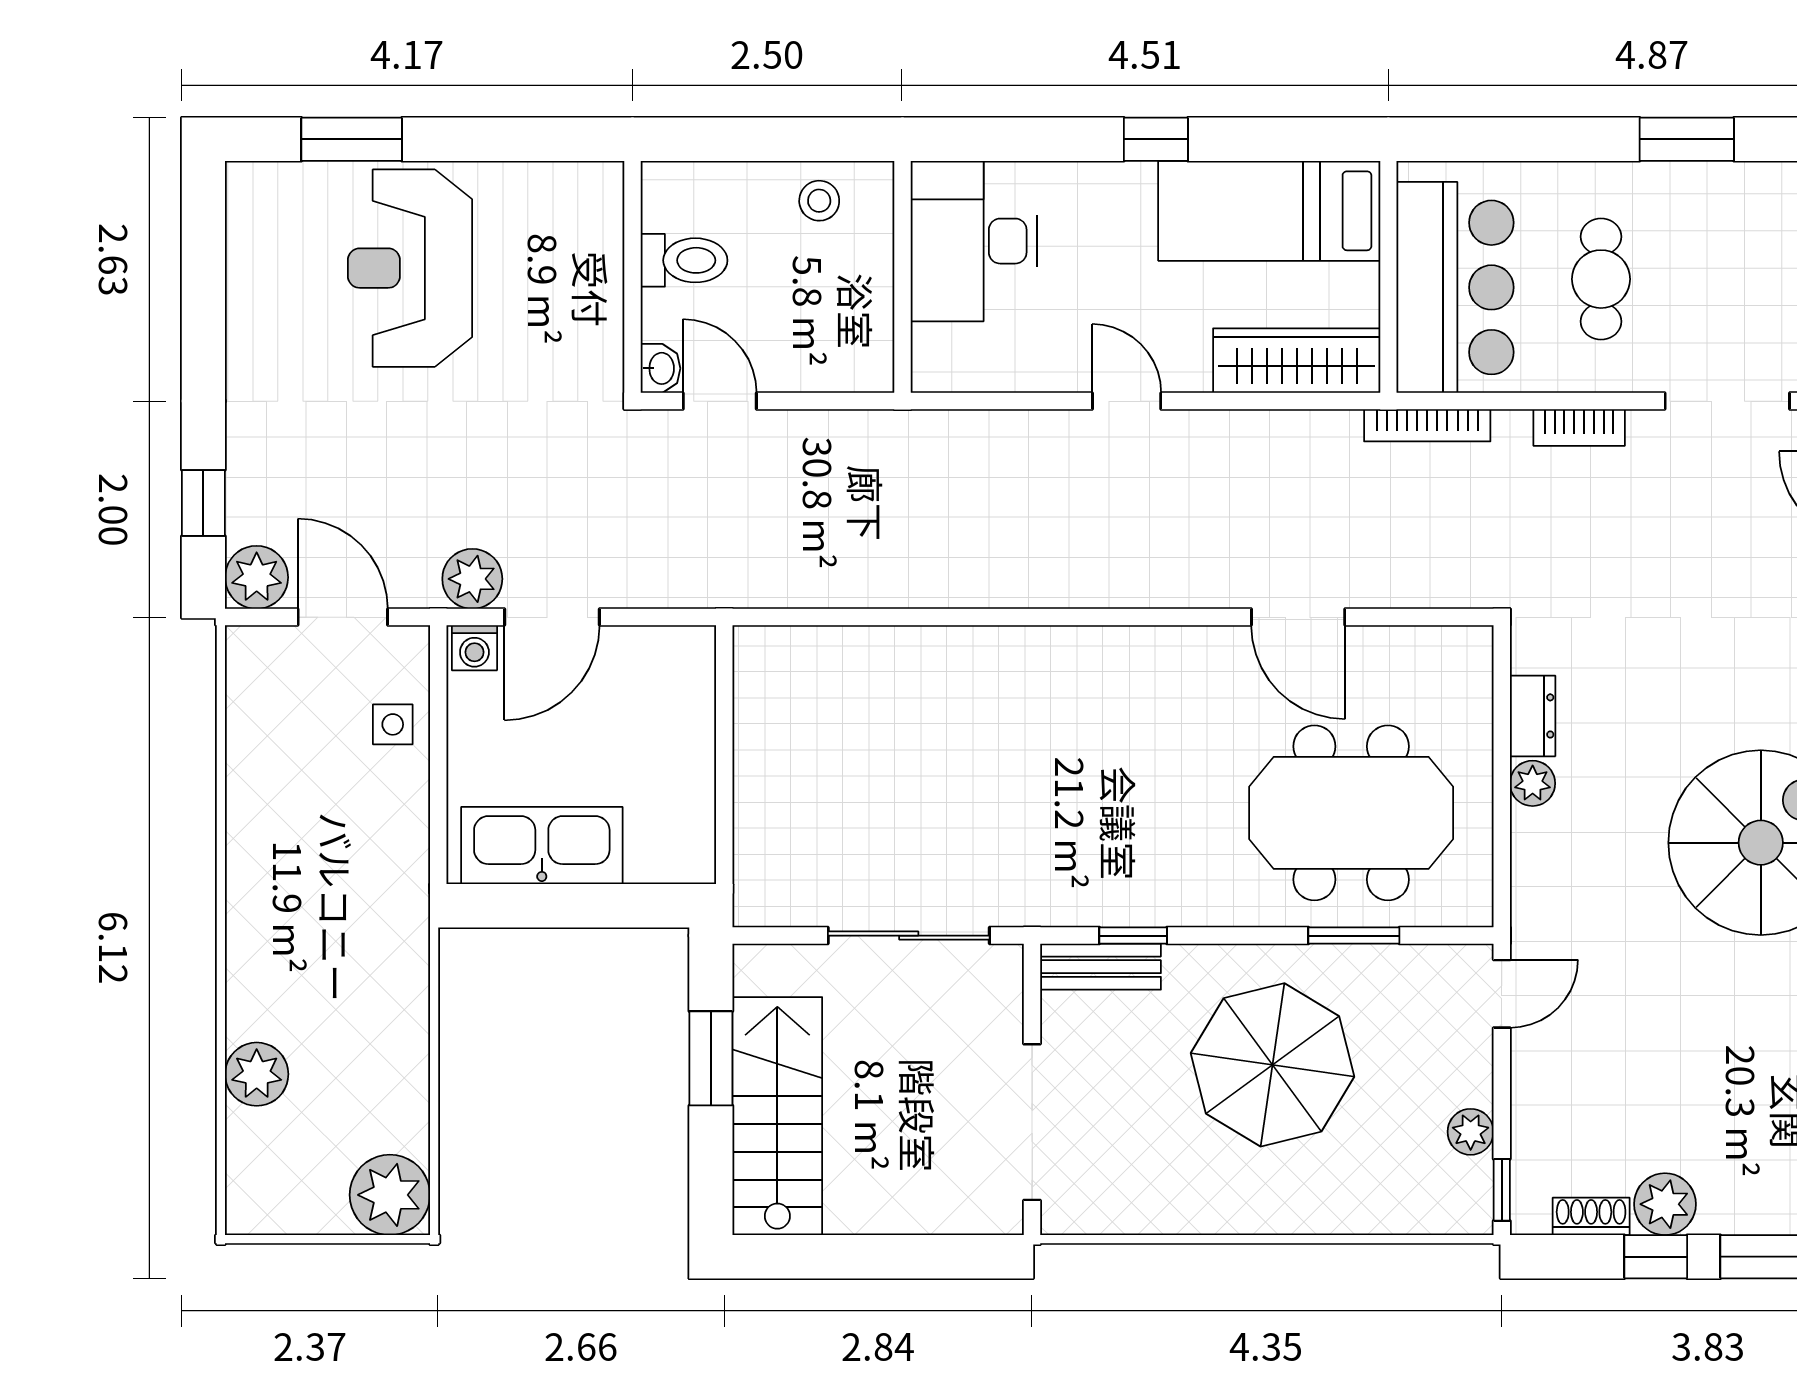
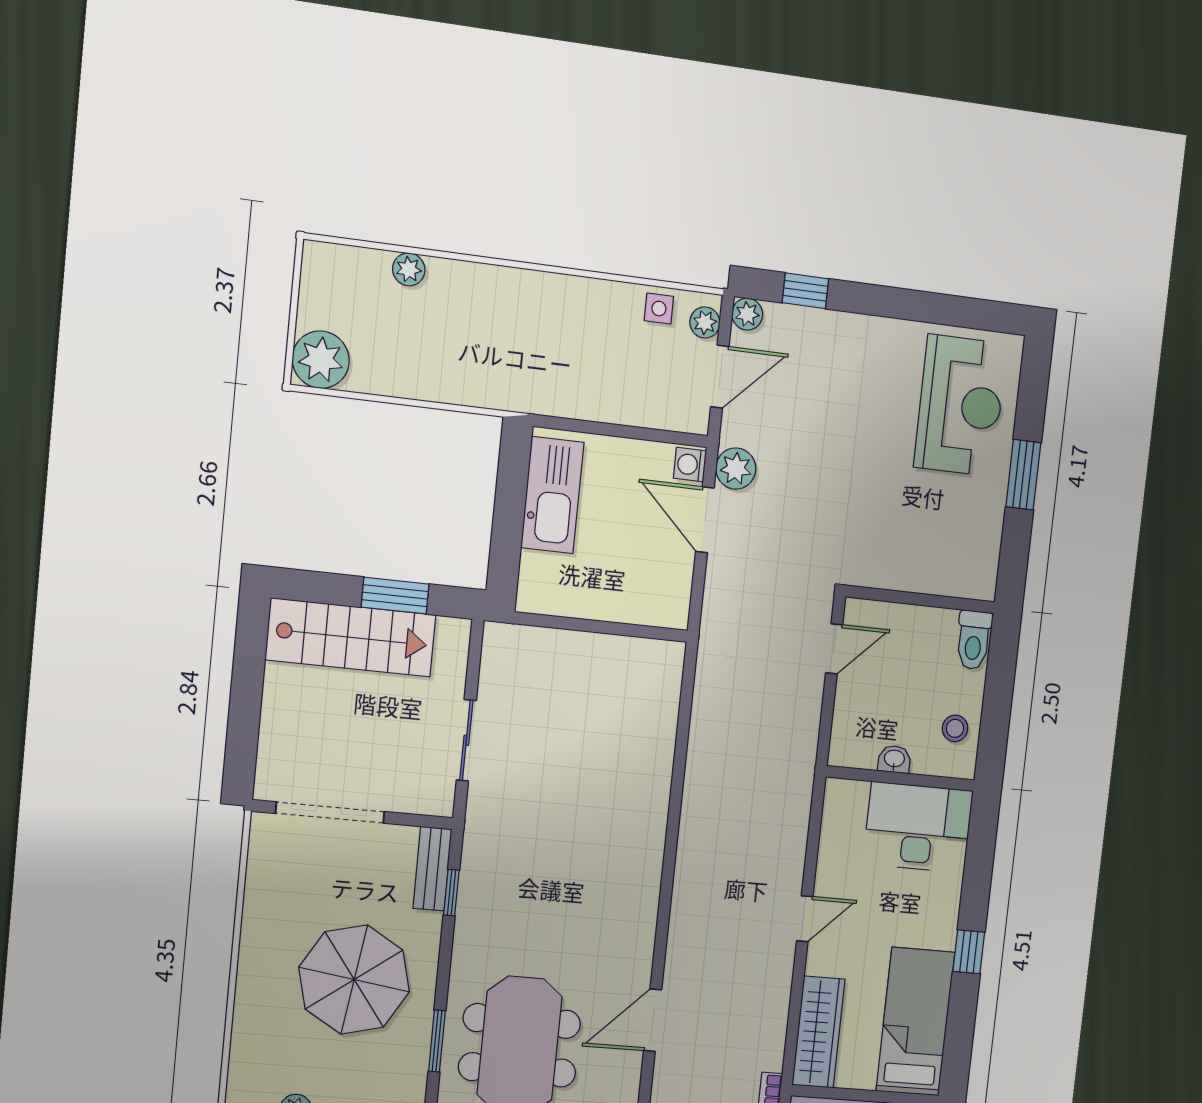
window: (352, 139) -> (1023, 475), moved
toilet: (684, 260) -> (974, 640), moved
reception desk: (410, 268) -> (960, 405), moved, turned 90
washbasin: (661, 368) -> (894, 759), moved, turned 180
plant: (257, 577) -> (747, 314), width x0.73, depth x0.73
plant: (268, 647) -> (705, 322), added
side table: (393, 724) -> (659, 309), moved
sliding door: (909, 936) -> (466, 740), width x0.73
plant: (257, 1074) -> (409, 269), width x0.73, depth x0.73

